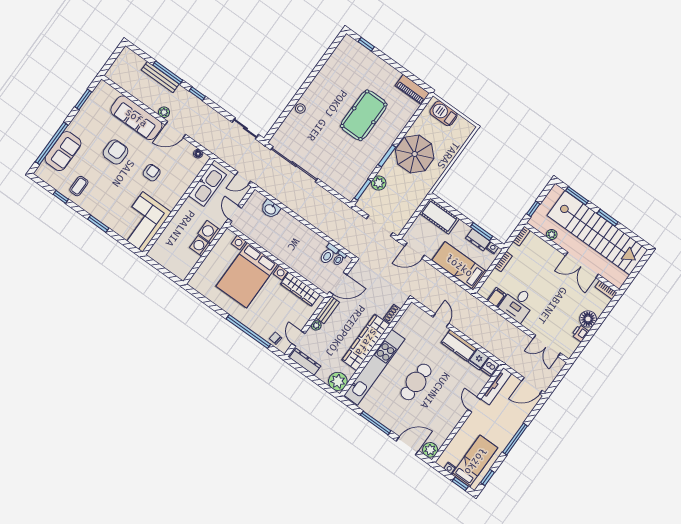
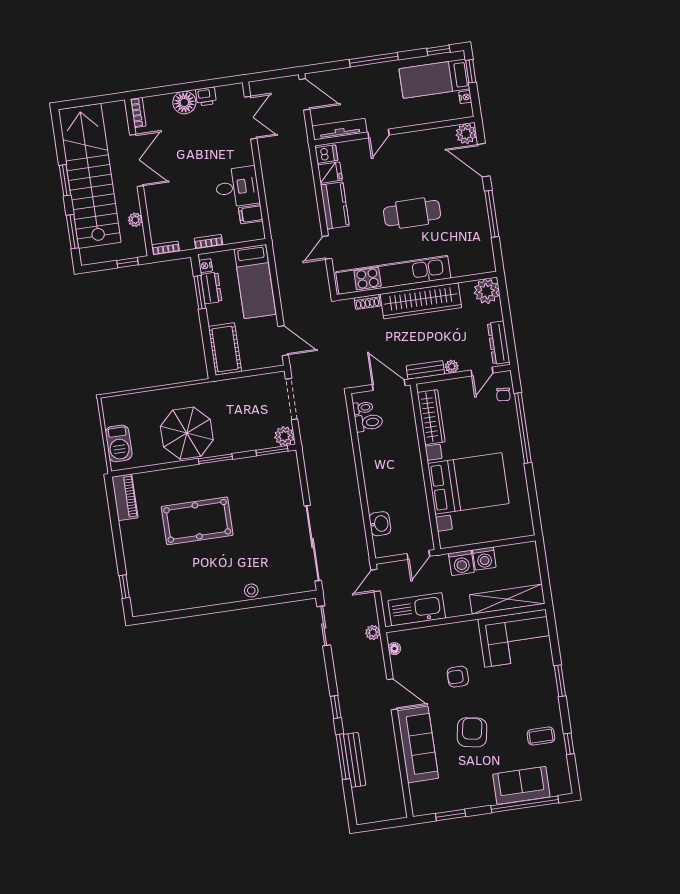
plant: (164, 112) -> (373, 633), moved
armchair: (116, 152) -> (472, 732), turned 100
door: (243, 178) -> (376, 581), swing flipped
plant: (379, 183) -> (284, 436), moved
shelving: (167, 237) -> (507, 599), added
kitchen unit: (374, 367) -> (393, 275), moved

